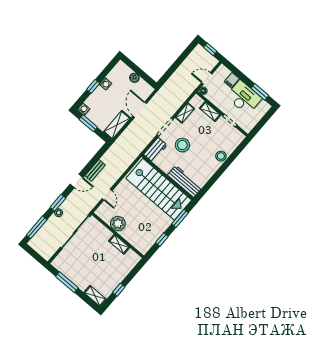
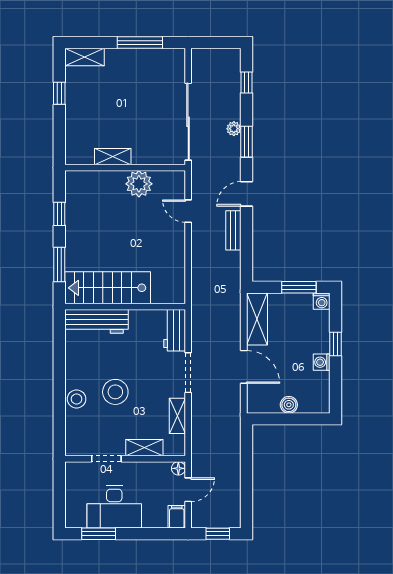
filing cabinet: (232, 80) -> (177, 517), moved
stool: (182, 145) -> (115, 392), moved
stairs: (159, 189) -> (108, 288), width x0.73, depth x0.66
window: (37, 227) -> (247, 83), width x0.46

